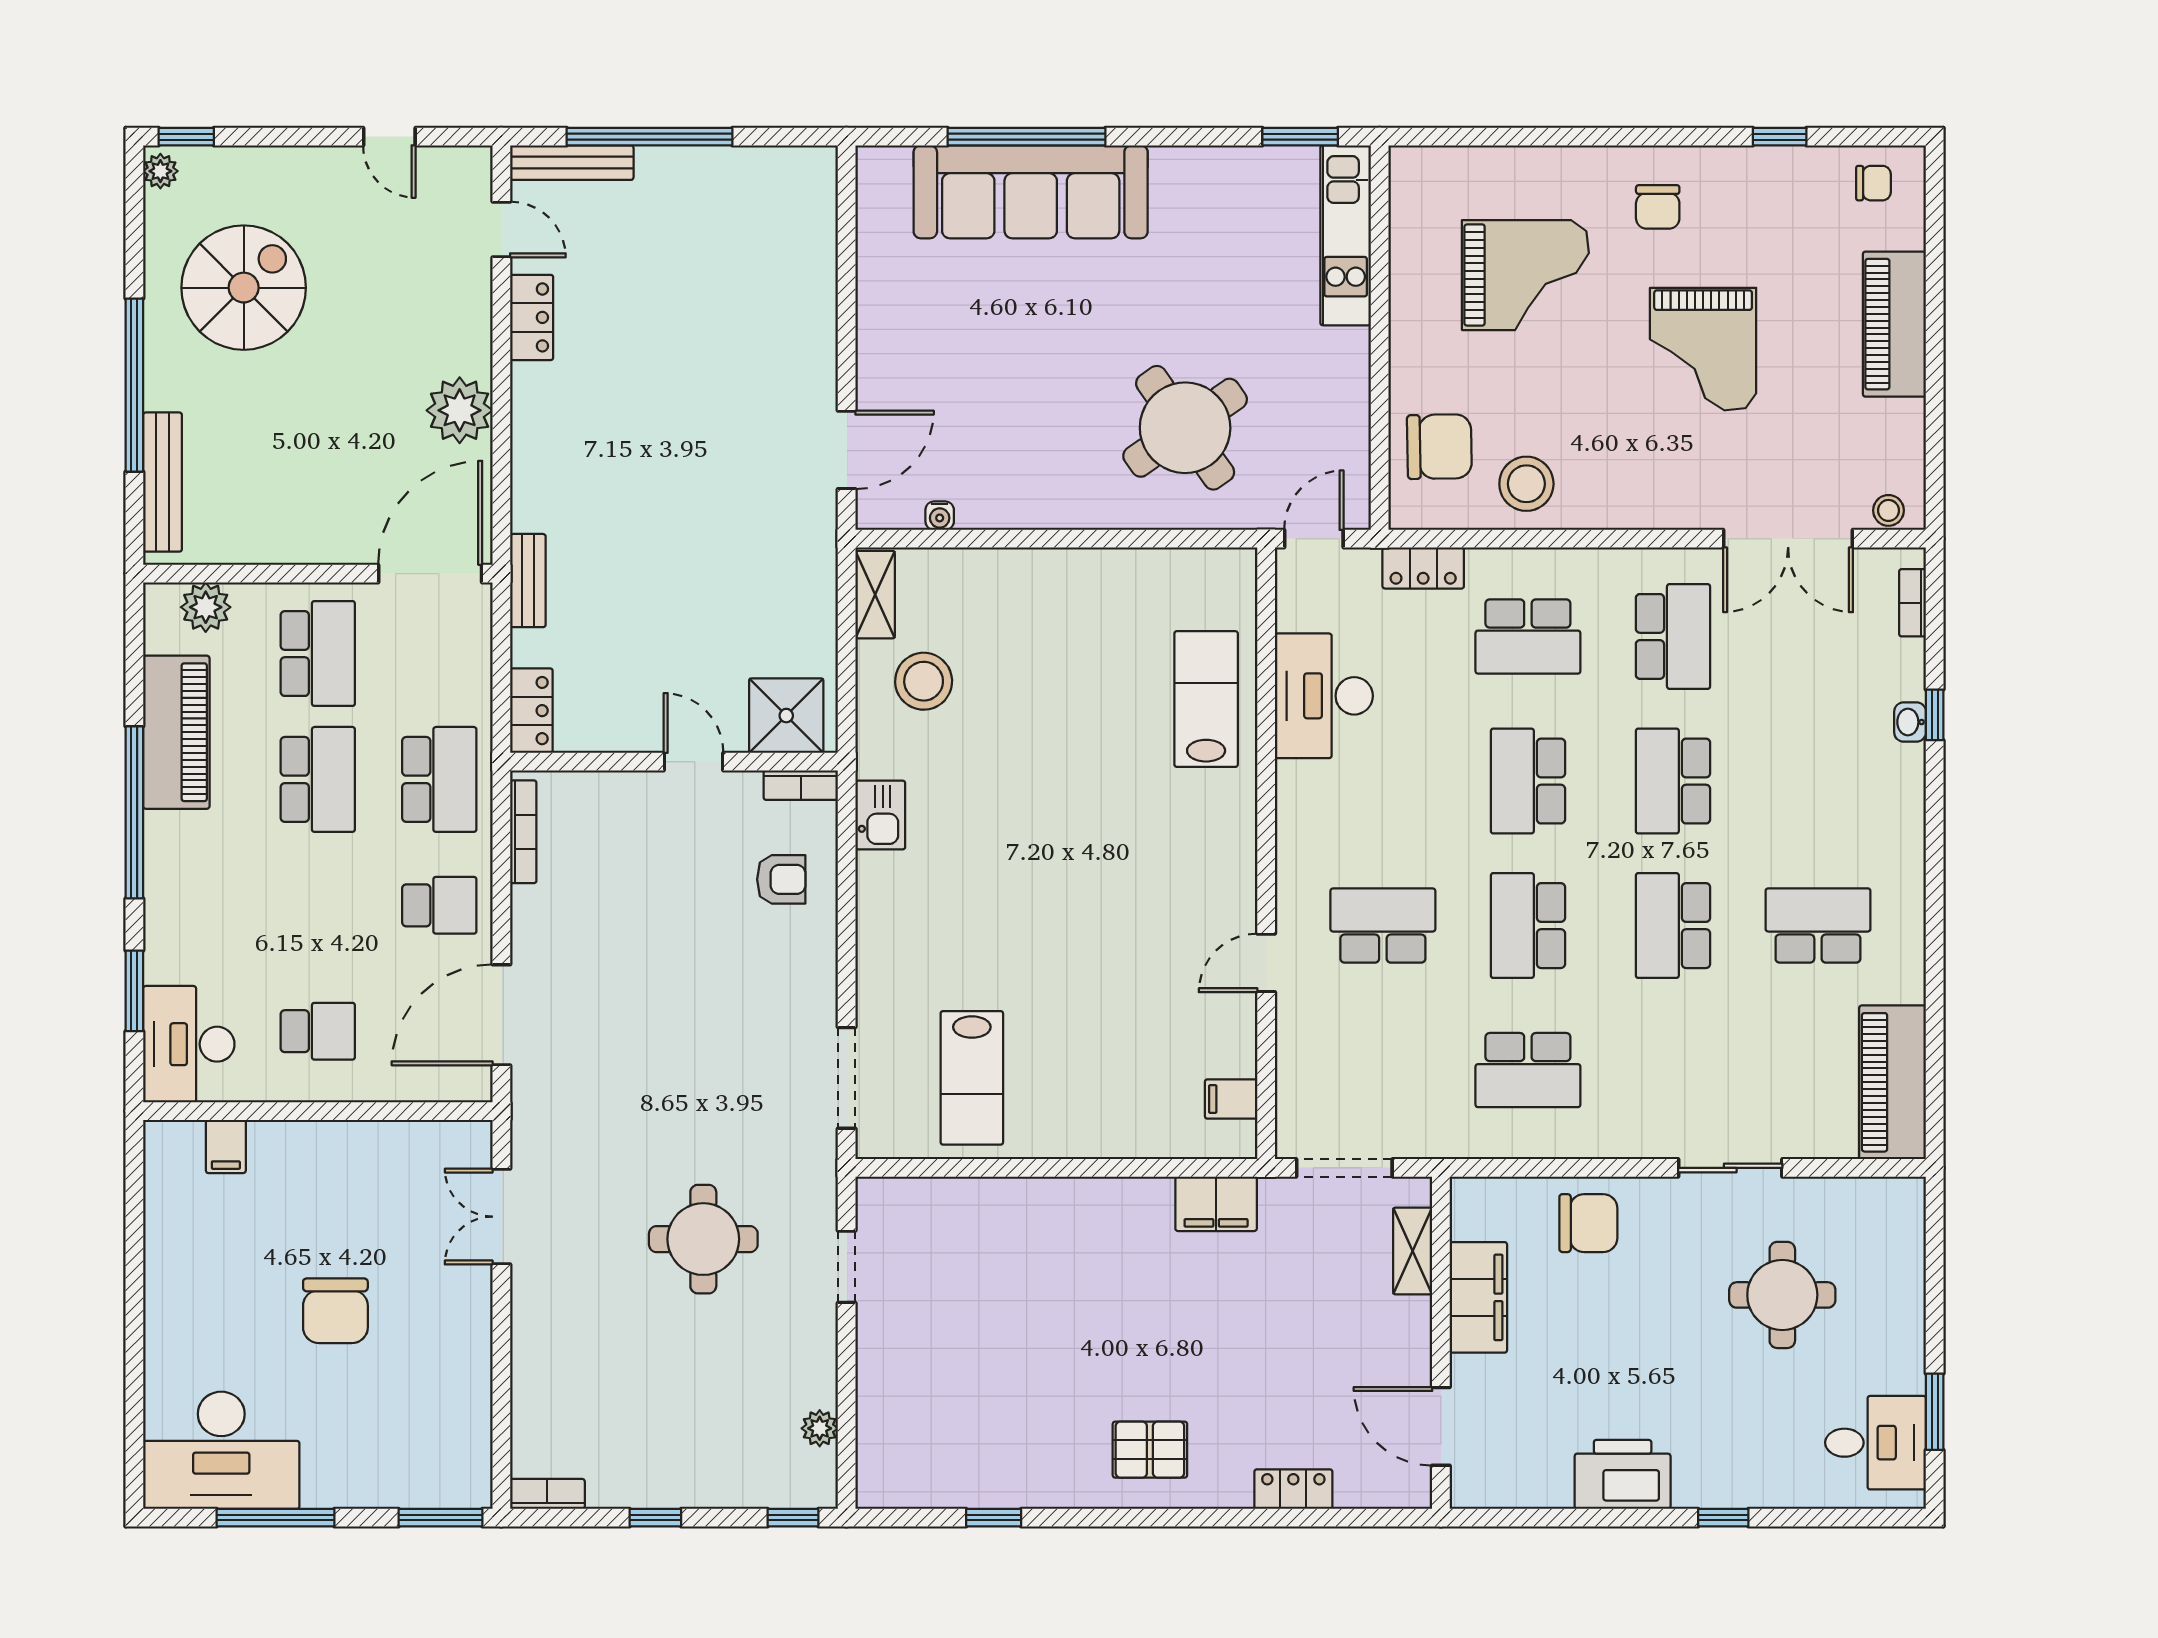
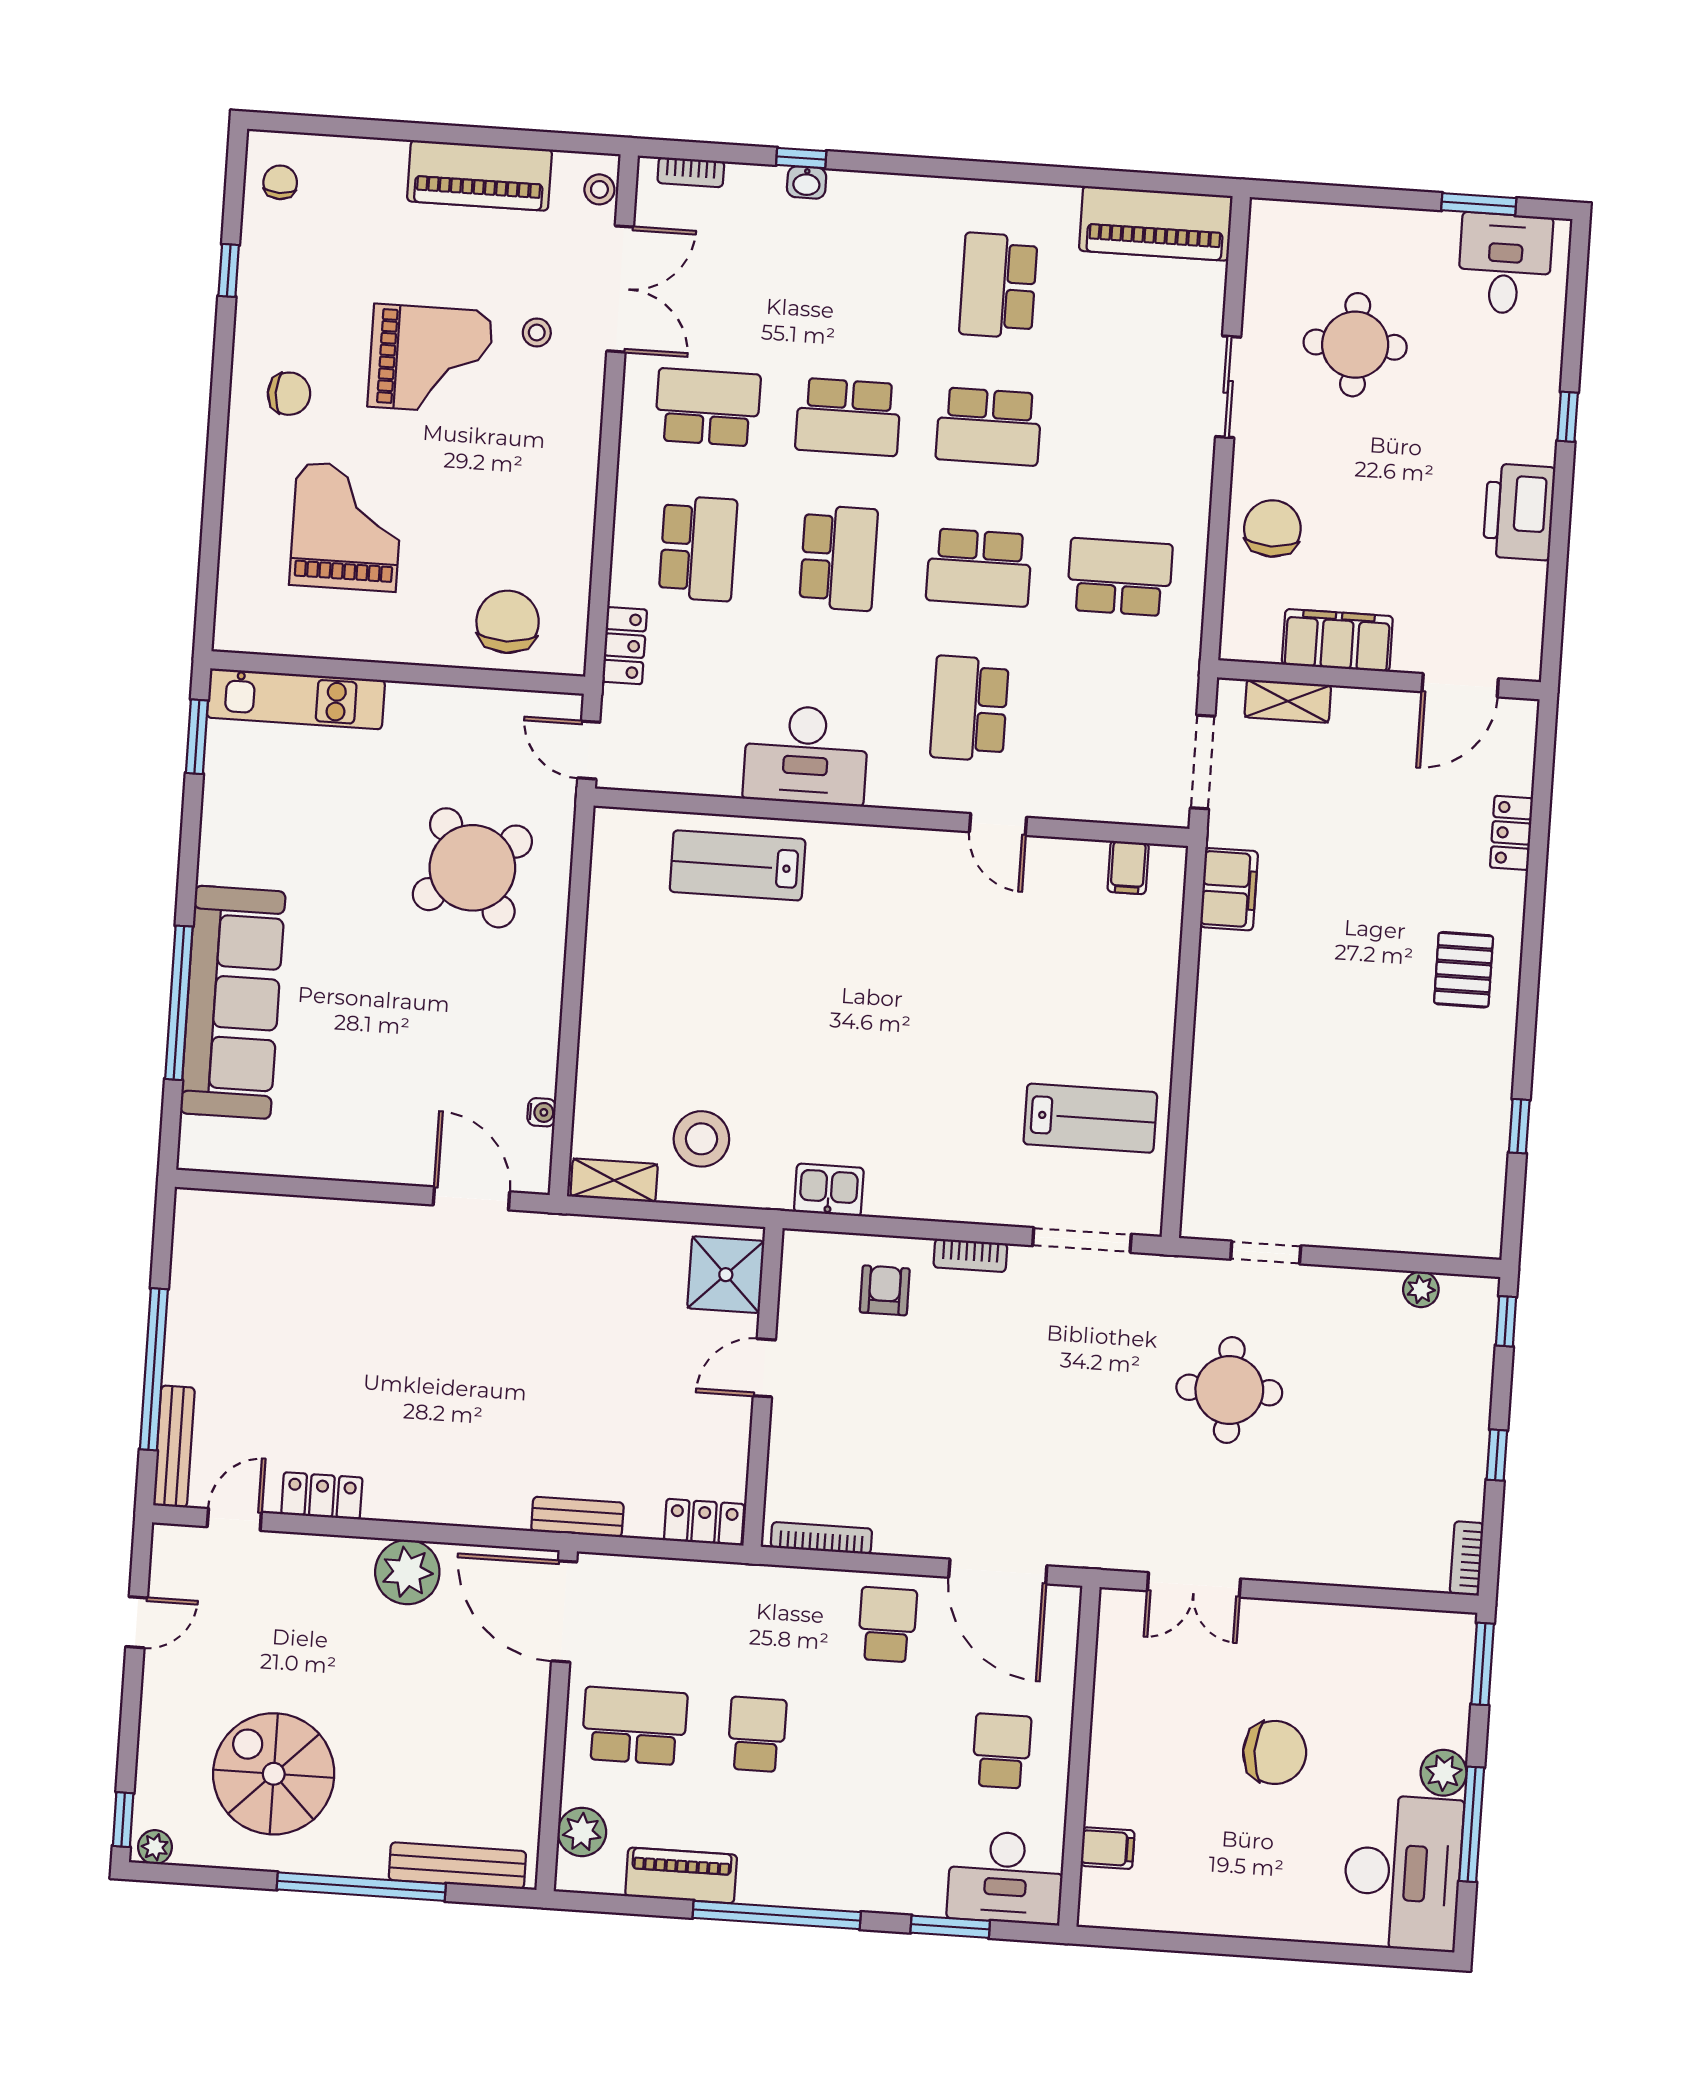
piano: (1894, 324) -> (479, 175), moved
stool: (1526, 484) -> (537, 332), moved, width x0.53, depth x0.53
desk: (1324, 696) -> (806, 755), moved
piano: (176, 732) -> (681, 1875), width x0.73, depth x0.75
school desk: (318, 779) -> (757, 1734), width x0.54
school desk: (439, 779) -> (765, 1616), removed
school desk: (1528, 781) -> (839, 558), turned -90
bookcase: (801, 785) -> (970, 1255), moved, turned 90
school desk: (1528, 1070) -> (1120, 577), turned -90
plant: (326, 1485) -> (1444, 1773), added

